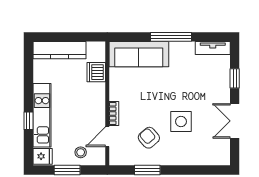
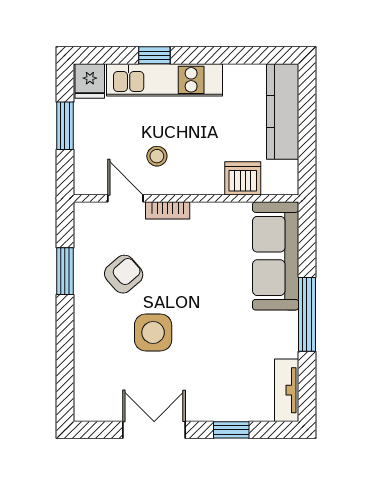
stool: (81, 152) -> (157, 156), moved

